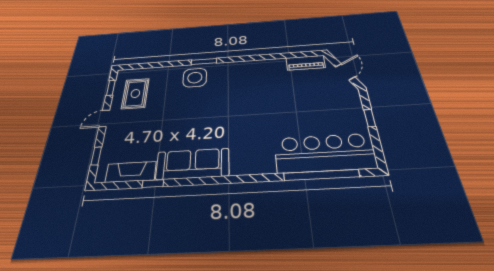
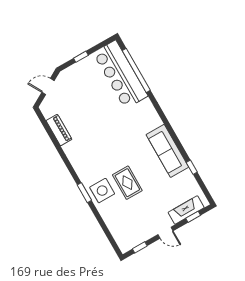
piano: (305, 63) -> (59, 130), moved
rug: (135, 94) -> (127, 183), moved, turned 90
fireplace: (131, 172) -> (186, 210), moved, turned 90

